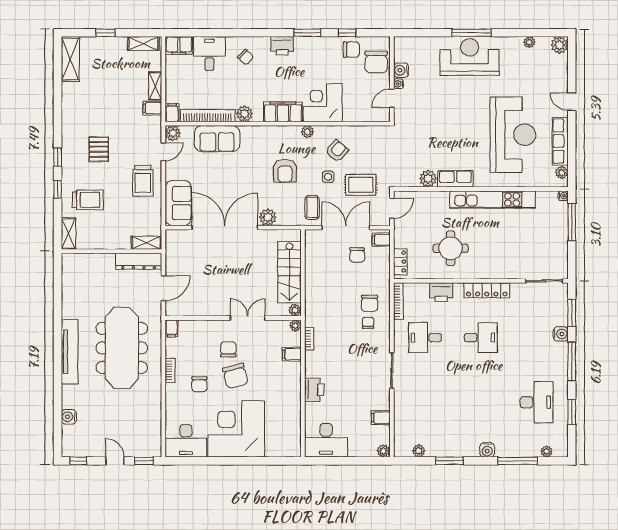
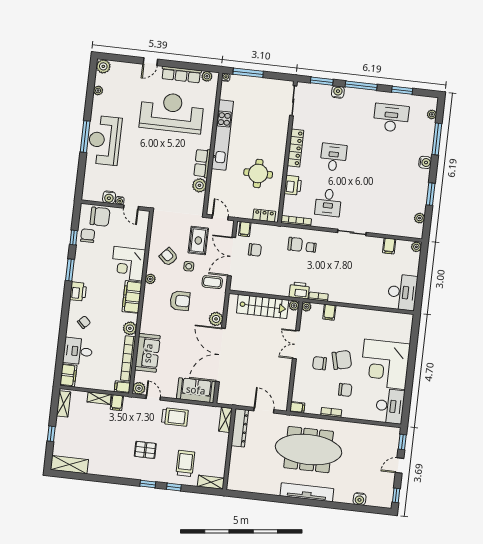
printer: (314, 390) -> (299, 290), moved

